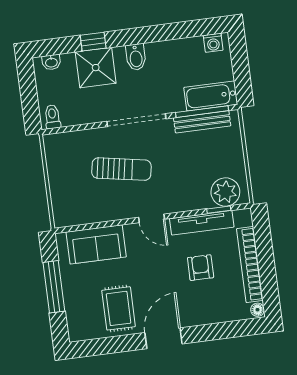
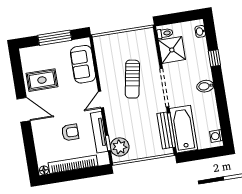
shower: (96, 68) -> (172, 50), moved
bathtub: (211, 96) -> (183, 129), width x1.36, depth x1.36

